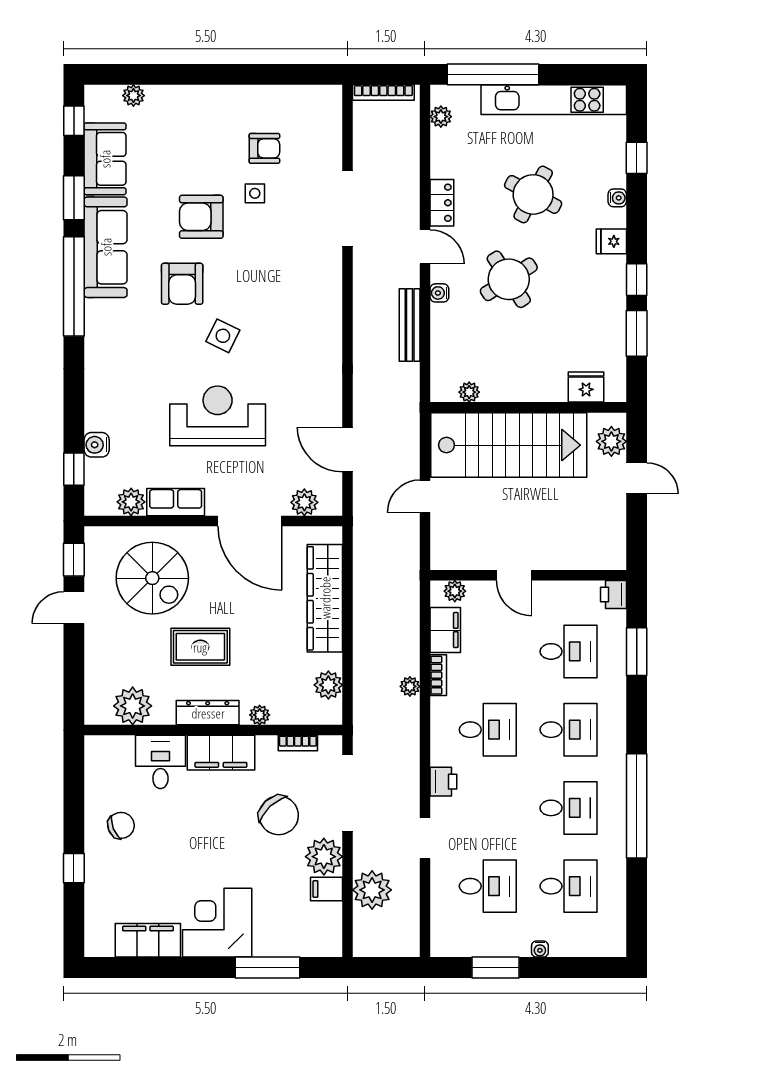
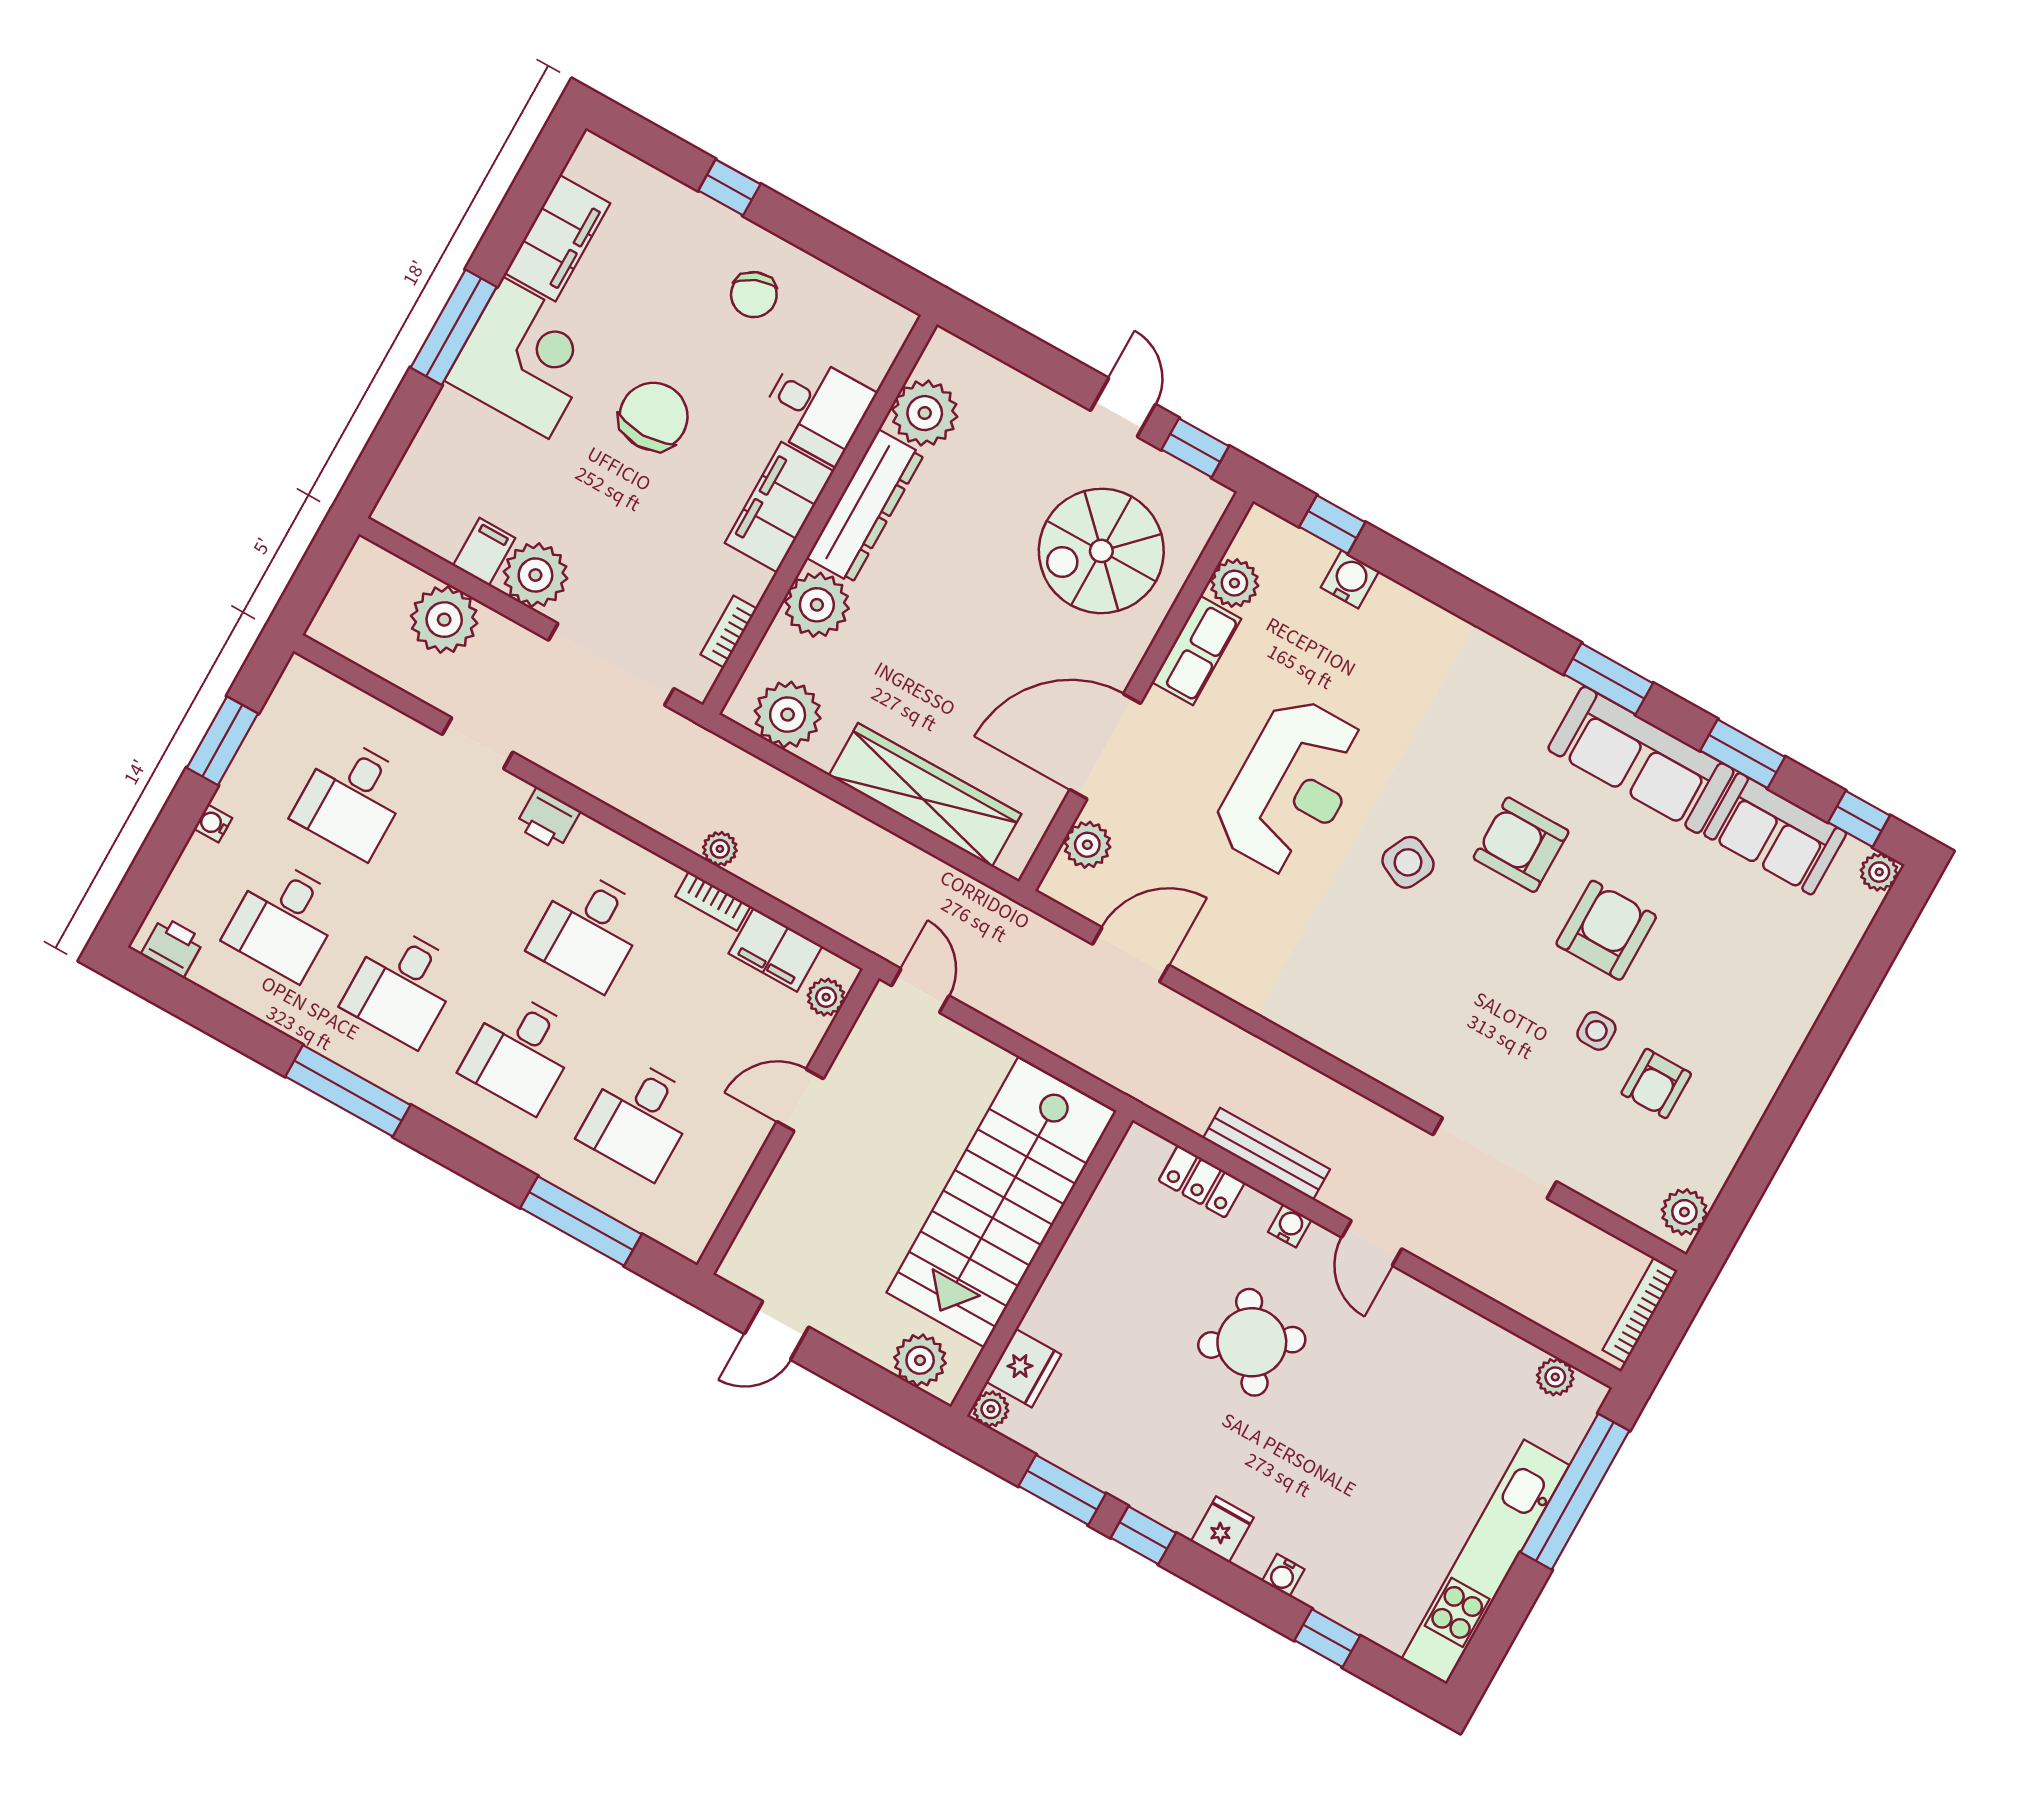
plant: (133, 96) -> (1879, 872), moved
plant: (321, 98) -> (1684, 1212), added
round table: (533, 194) -> (1360, 1451), removed
locker: (442, 203) -> (1202, 1182), moved
door: (425, 247) -> (1372, 1243), hinge flipped
window: (74, 286) -> (1608, 679), width x0.47
plant: (469, 392) -> (991, 1409), moved
door: (637, 478) -> (777, 1330), moved
door: (425, 496) -> (920, 991), moved
printer: (613, 595) -> (173, 947), moved
rug: (200, 647) -> (957, 566), removed
window: (637, 652) -> (581, 1221), width x1.44
plant: (328, 685) -> (788, 715), width x1.36, depth x1.36
dresser: (208, 713) -> (865, 506), width x1.37, depth x1.24
plant: (260, 715) -> (817, 605), width x1.87, depth x1.87
window: (637, 806) -> (348, 1091), width x0.68
chair: (279, 815) -> (654, 416), moved, turned 133
window: (268, 968) -> (454, 327), moved

